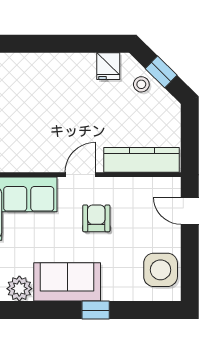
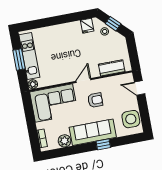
kitchen counter: (142, 160) -> (112, 68), width x0.67
armchair: (96, 218) -> (95, 100), turned 90
sofa: (67, 282) -> (93, 132), width x1.36

